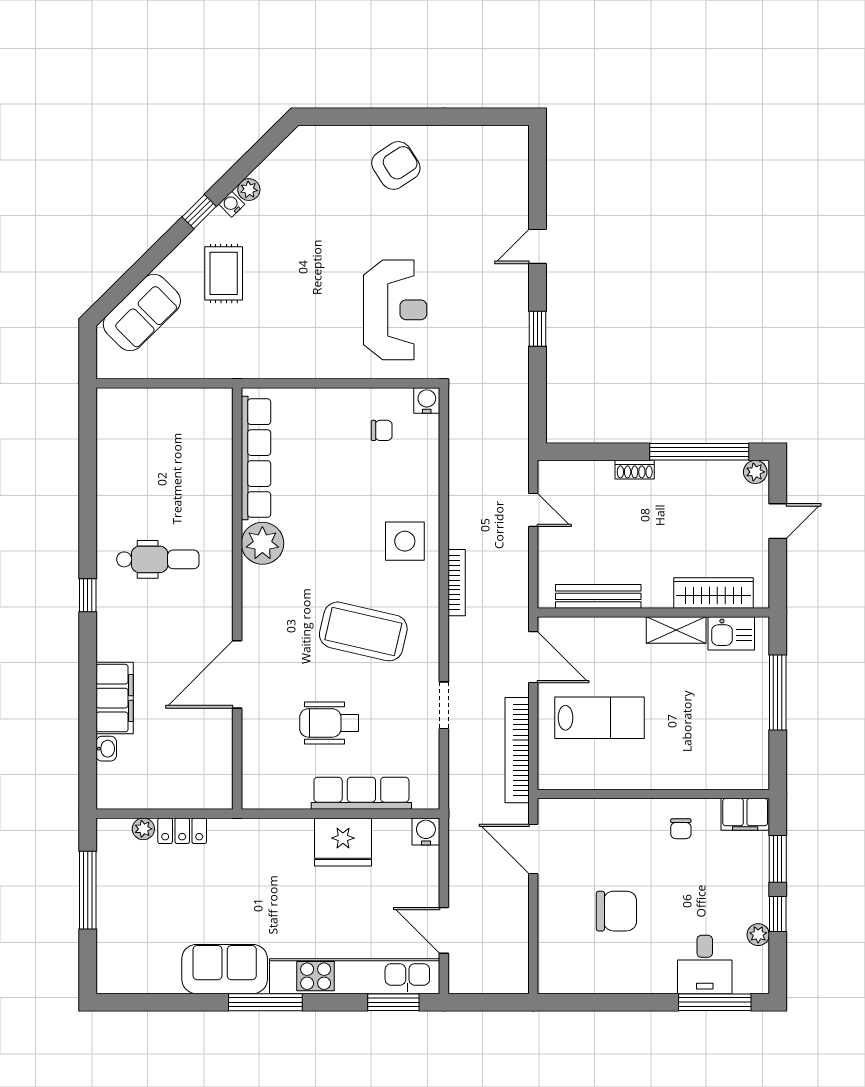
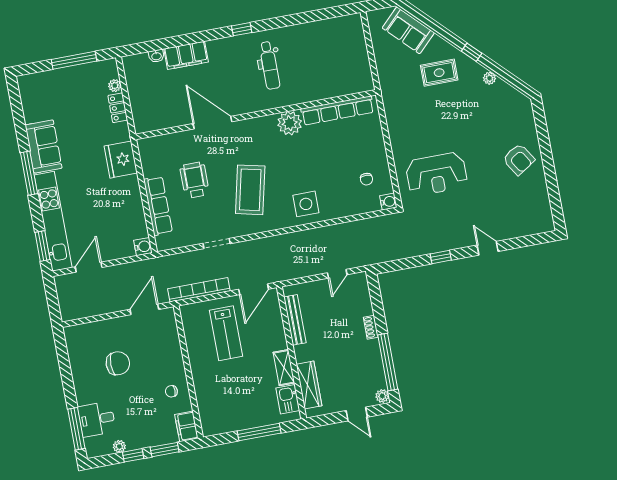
water cooler: (232, 204) -> (479, 70), removed
bookcase: (457, 583) -> (288, 238), removed
fridge: (343, 842) -> (121, 160), moved
chair: (616, 911) -> (118, 363), turned -90

